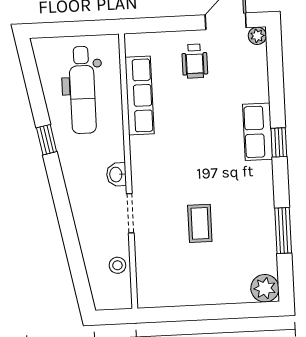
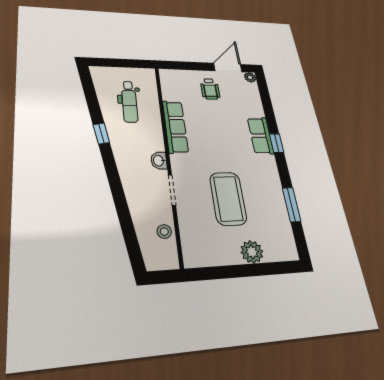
dental chair: (82, 90) -> (129, 101), width x0.73, depth x0.72
row of seats: (139, 96) -> (175, 127), moved
coffee table: (200, 223) -> (228, 198), width x1.86, depth x1.72
plant: (265, 288) -> (252, 252), moved

